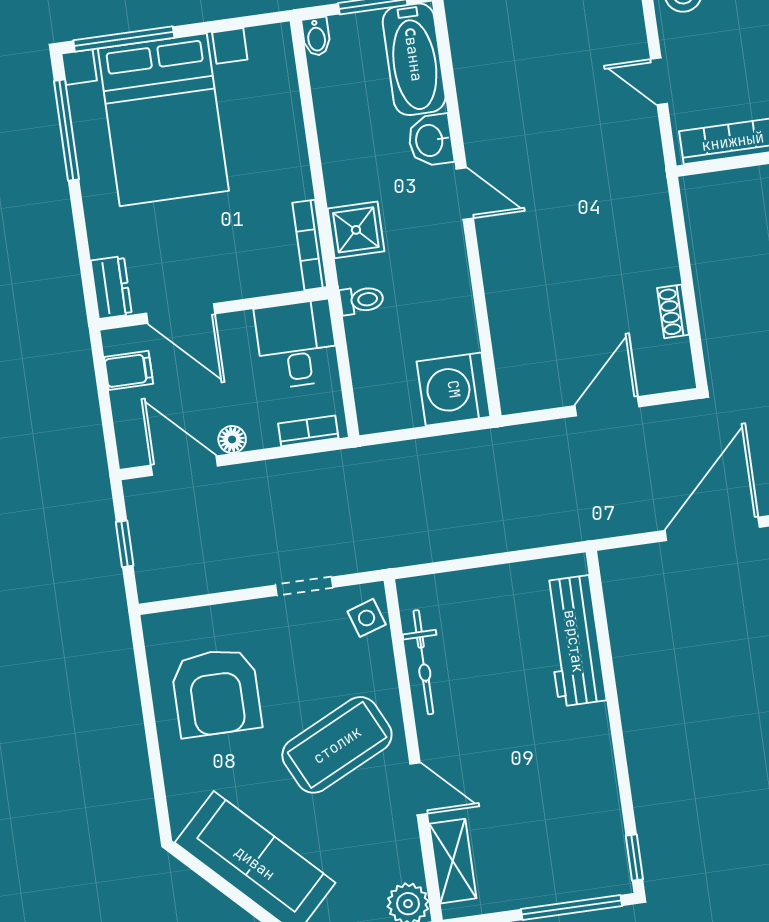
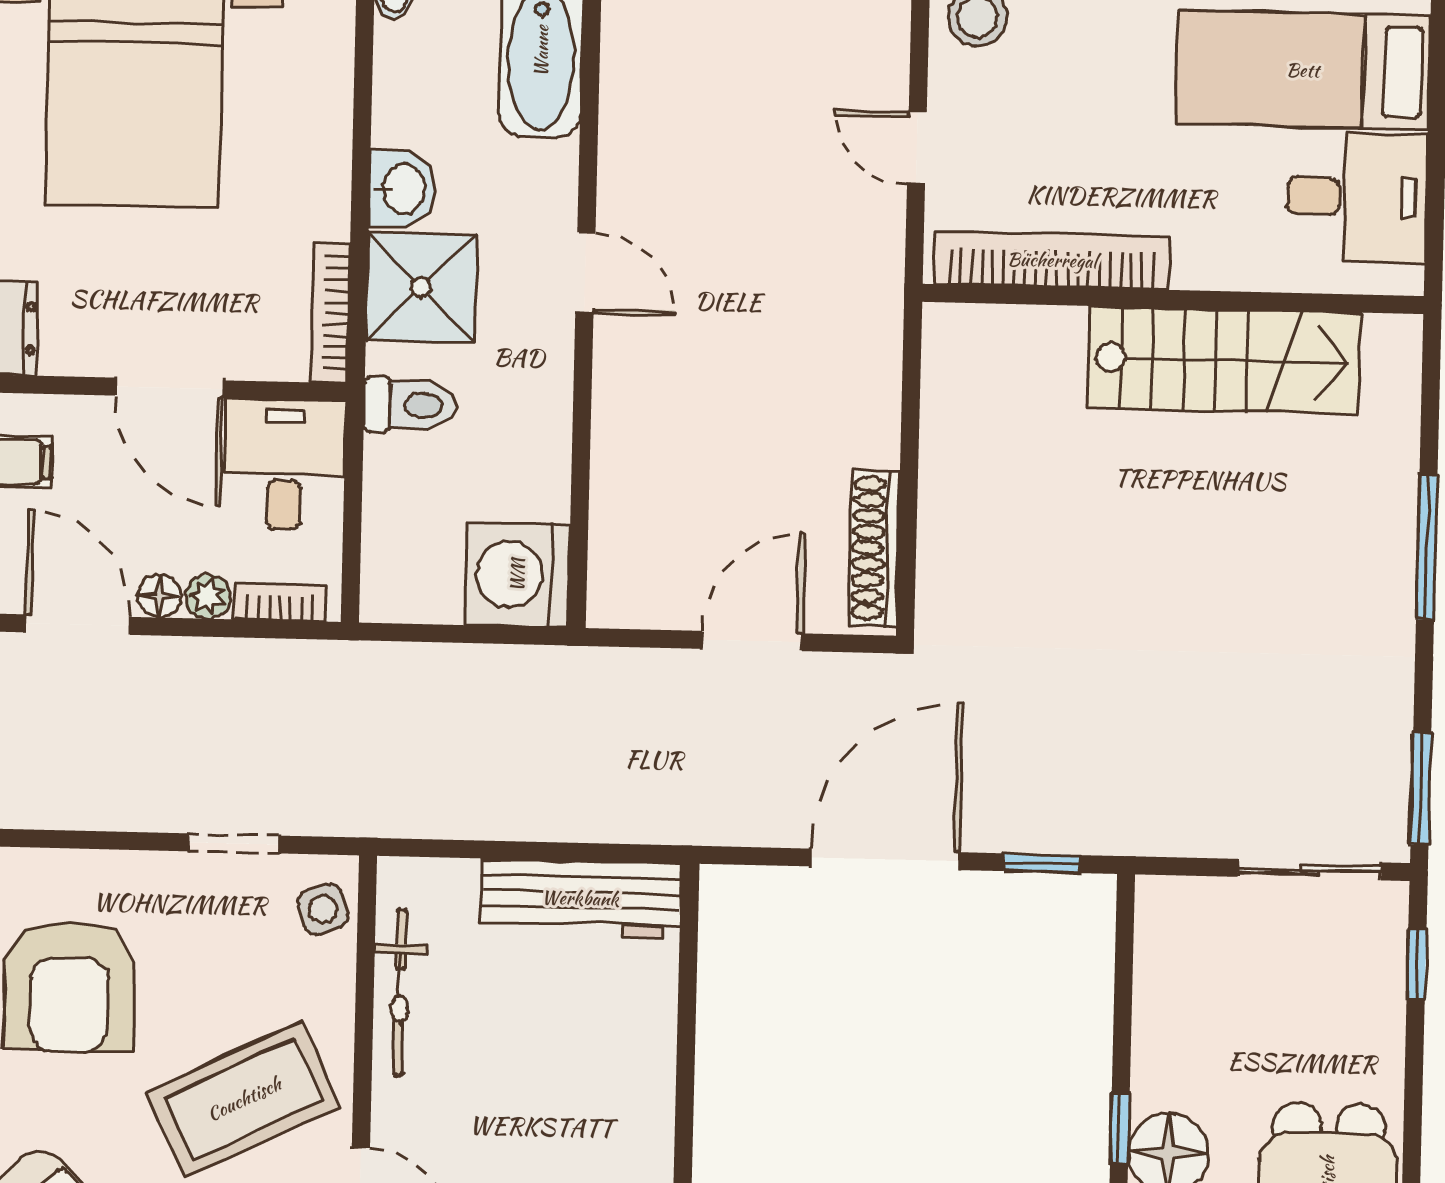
washbasin: (430, 140) -> (402, 189), moved, turned 180
shower: (356, 230) -> (421, 287), width x1.36, depth x1.36
toilet: (362, 300) -> (410, 405), width x1.37, depth x1.39
shoe rack: (673, 311) -> (874, 548), width x1.94, depth x1.24
door: (181, 313) -> (169, 388), moved
plant: (262, 435) -> (208, 597), added
workbench: (574, 641) -> (580, 898), moved, turned -90

